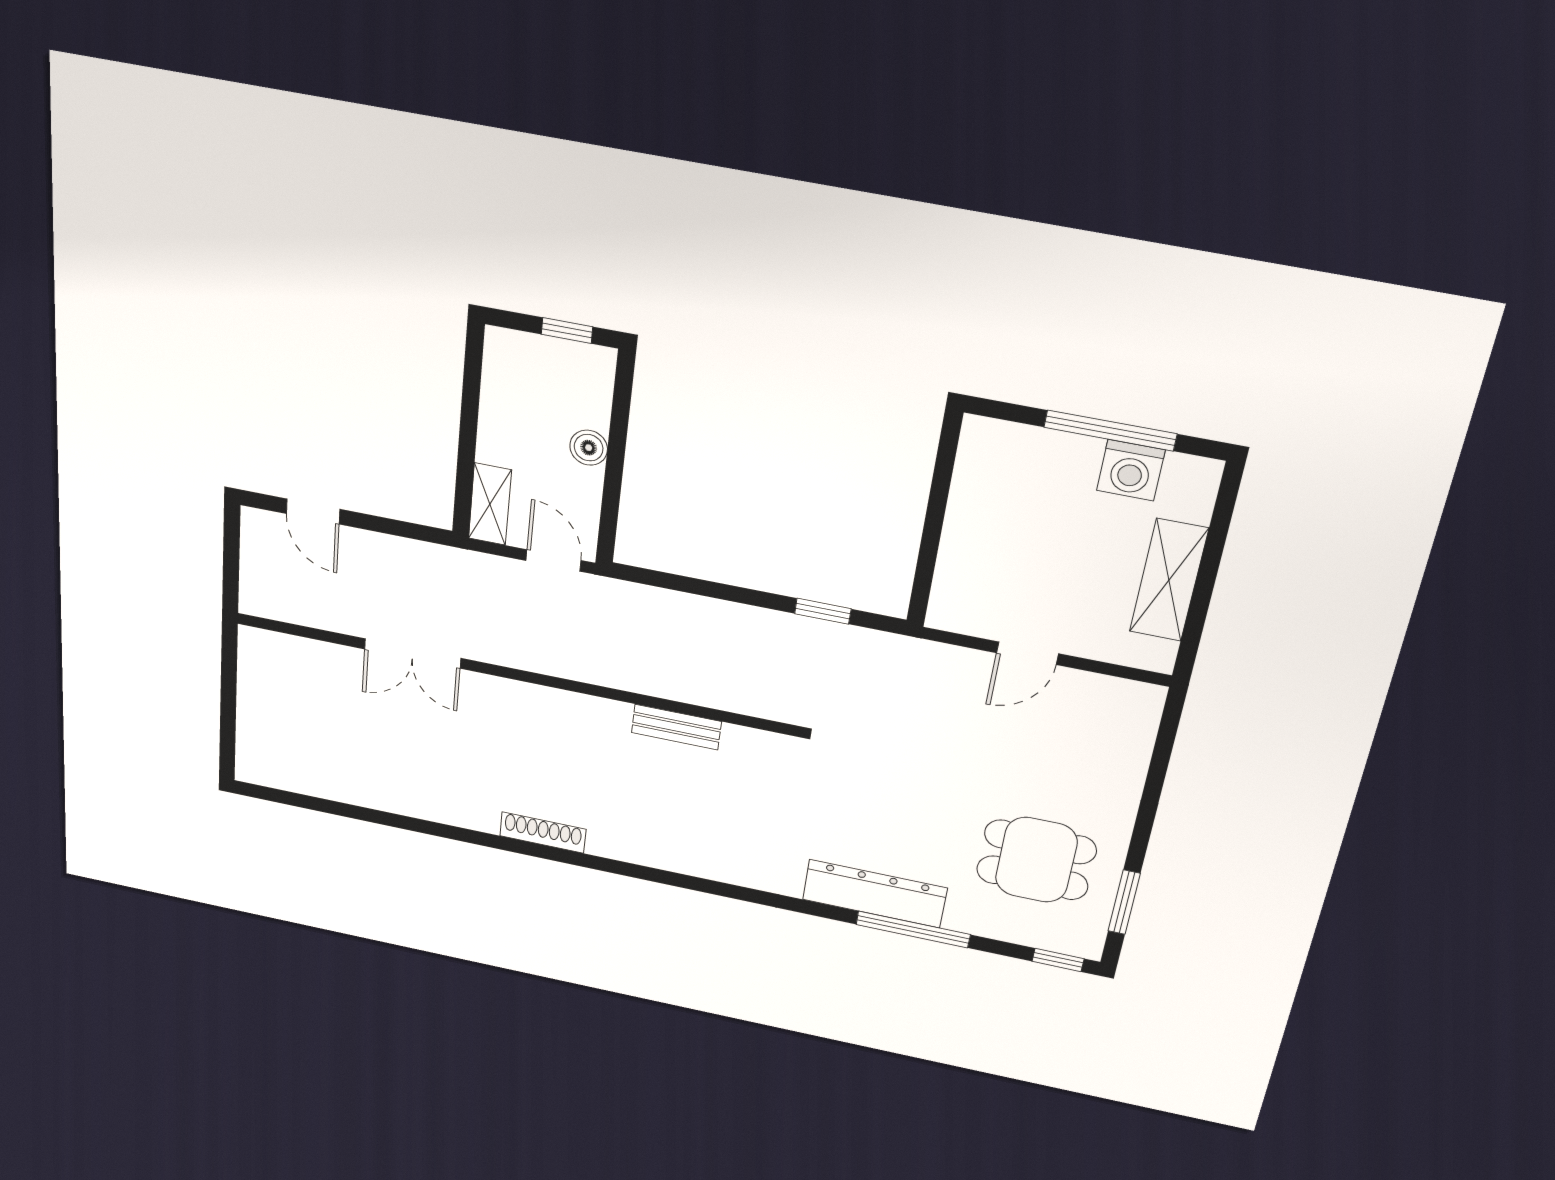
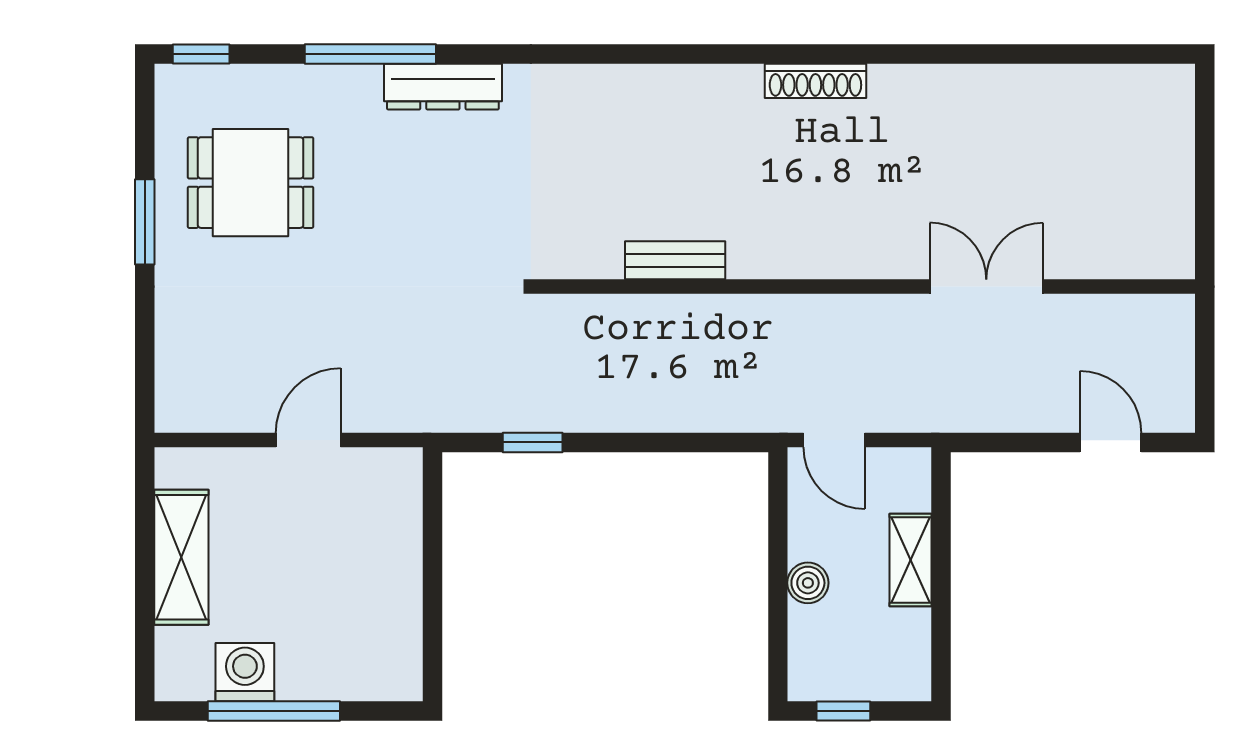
shelving: (490, 504) -> (910, 560), moved
dresser: (875, 894) -> (443, 87), width x0.73, depth x0.80
window: (1124, 902) -> (145, 222), moved

